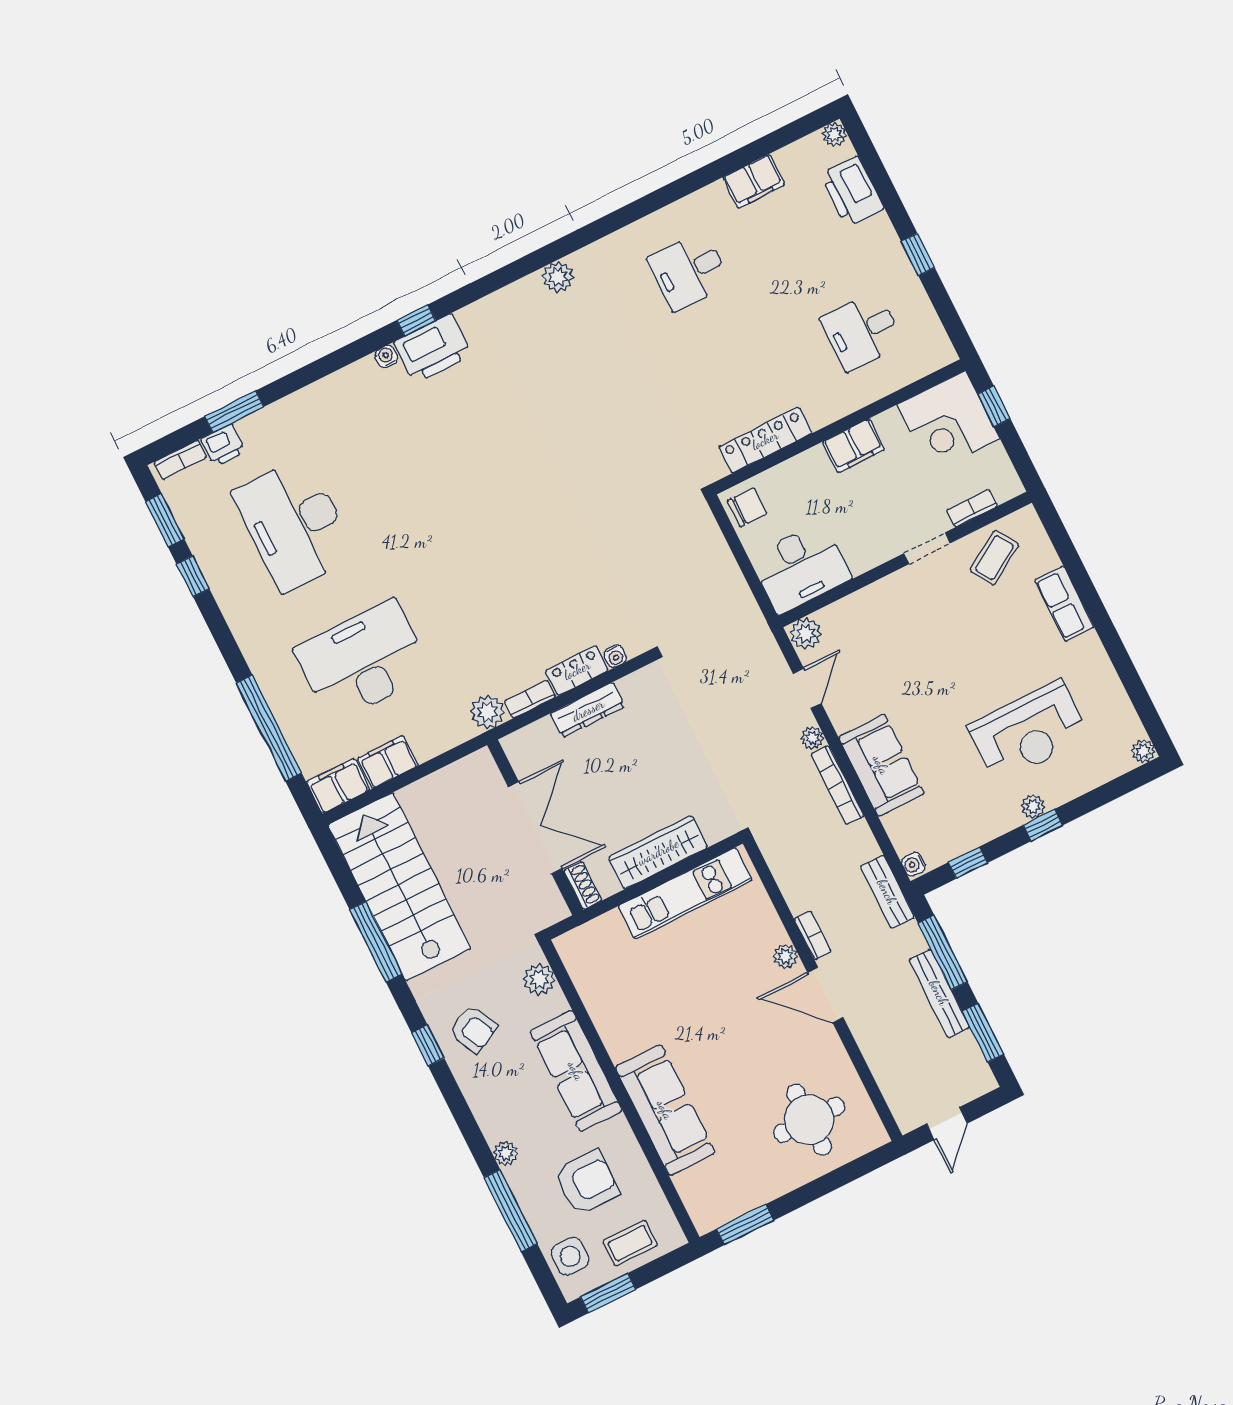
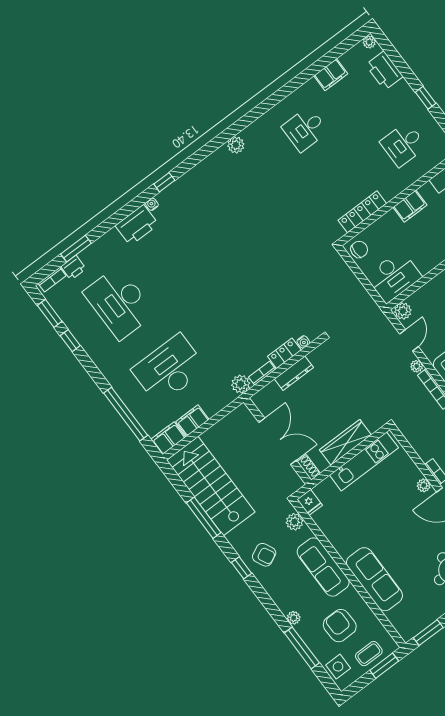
printer: (433, 349) -> (137, 225), moved
fridge: (573, 949) -> (310, 502), added
armchair: (587, 1183) -> (340, 626), turned -91
window: (608, 1293) -> (384, 666), moved

